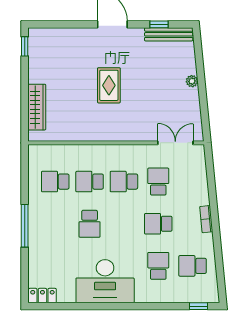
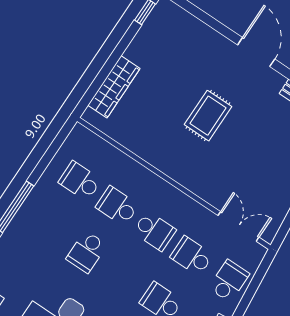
school desk: (124, 182) -> (154, 231), turned 180
school desk: (158, 182) -> (192, 256), turned -90
school desk: (193, 182) -> (229, 281), added

